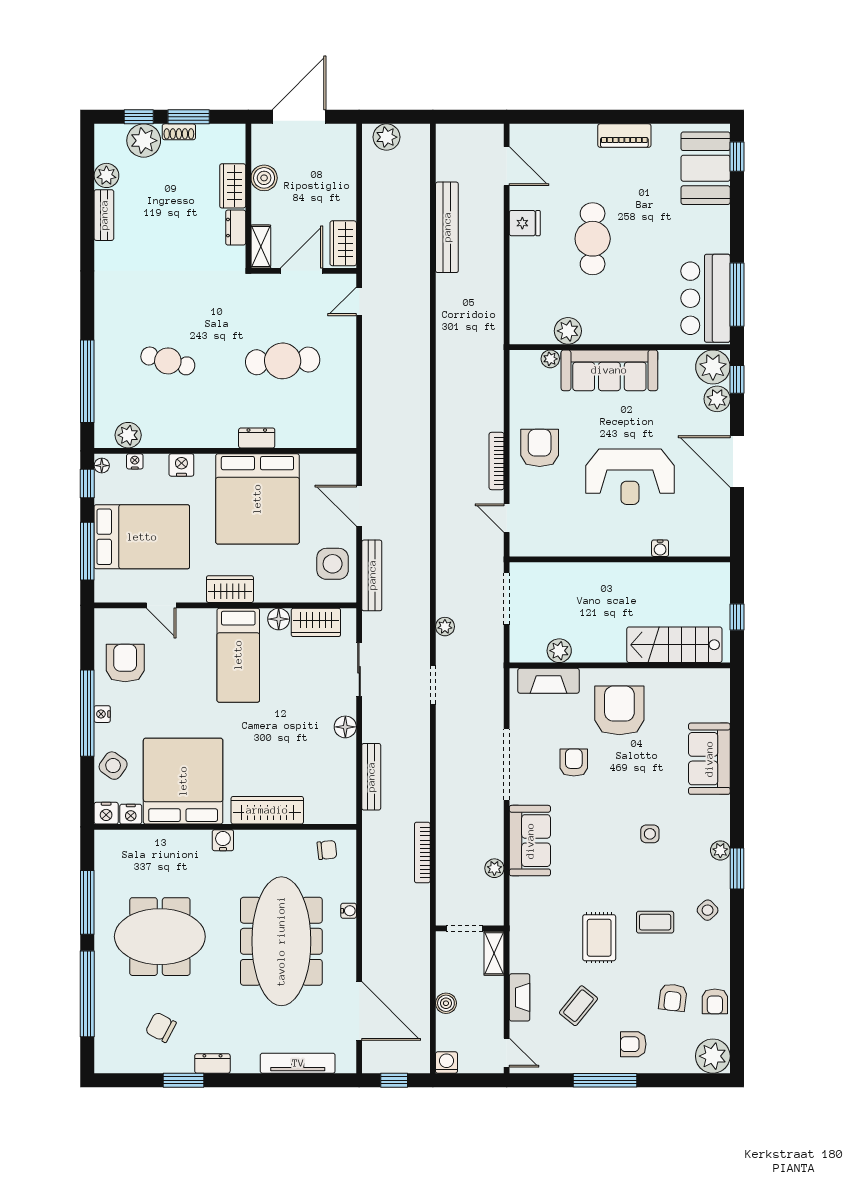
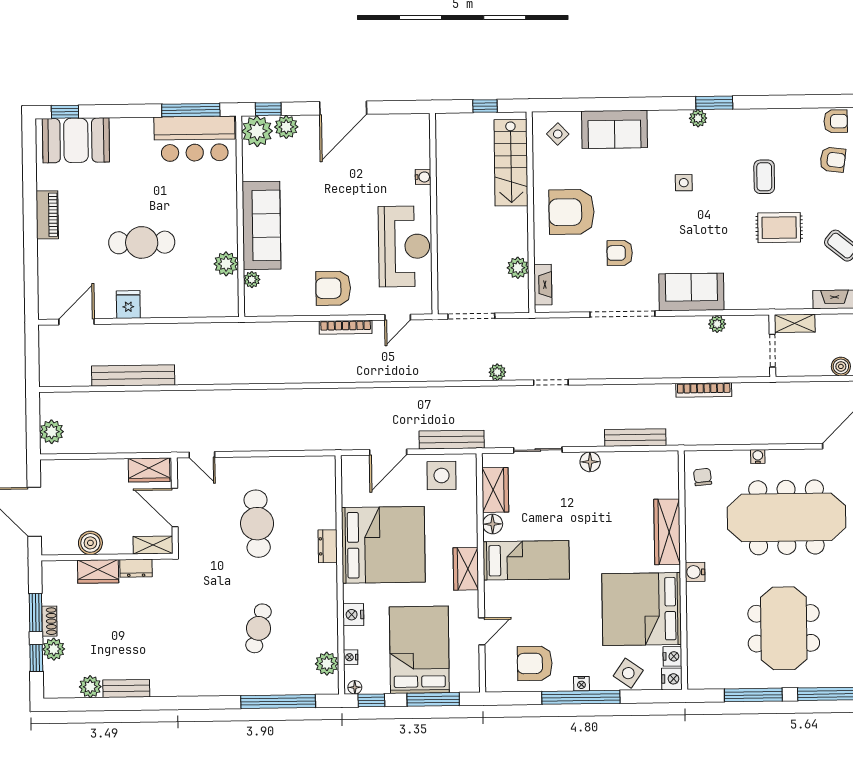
plant: (144, 141) -> (54, 649), width x0.73, depth x0.73
reception desk: (630, 477) -> (404, 246), moved
fireplace: (548, 681) -> (543, 285), width x0.73, depth x0.76
side table: (708, 910) -> (558, 134), moved

